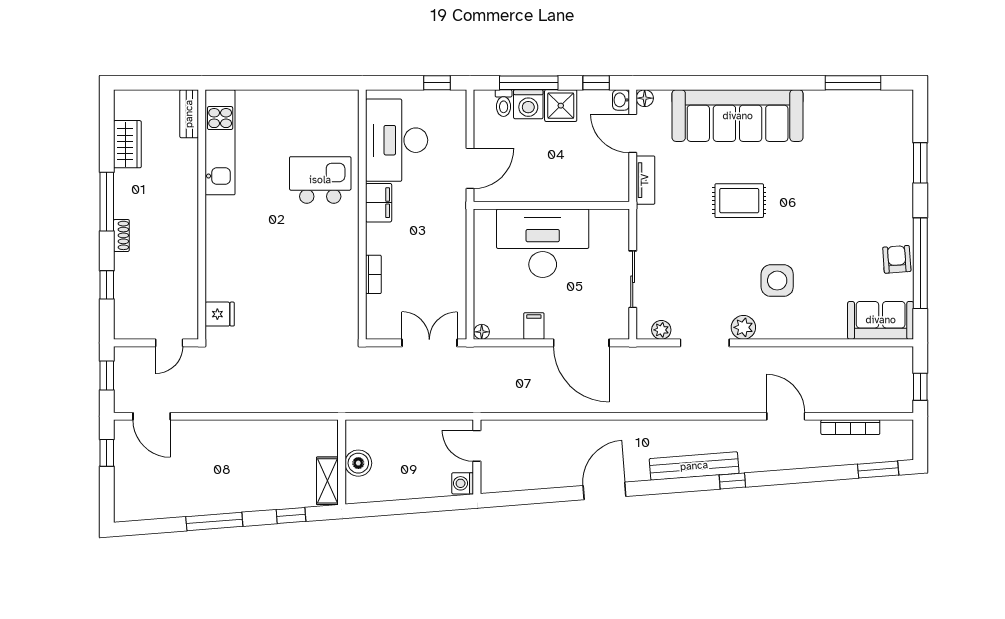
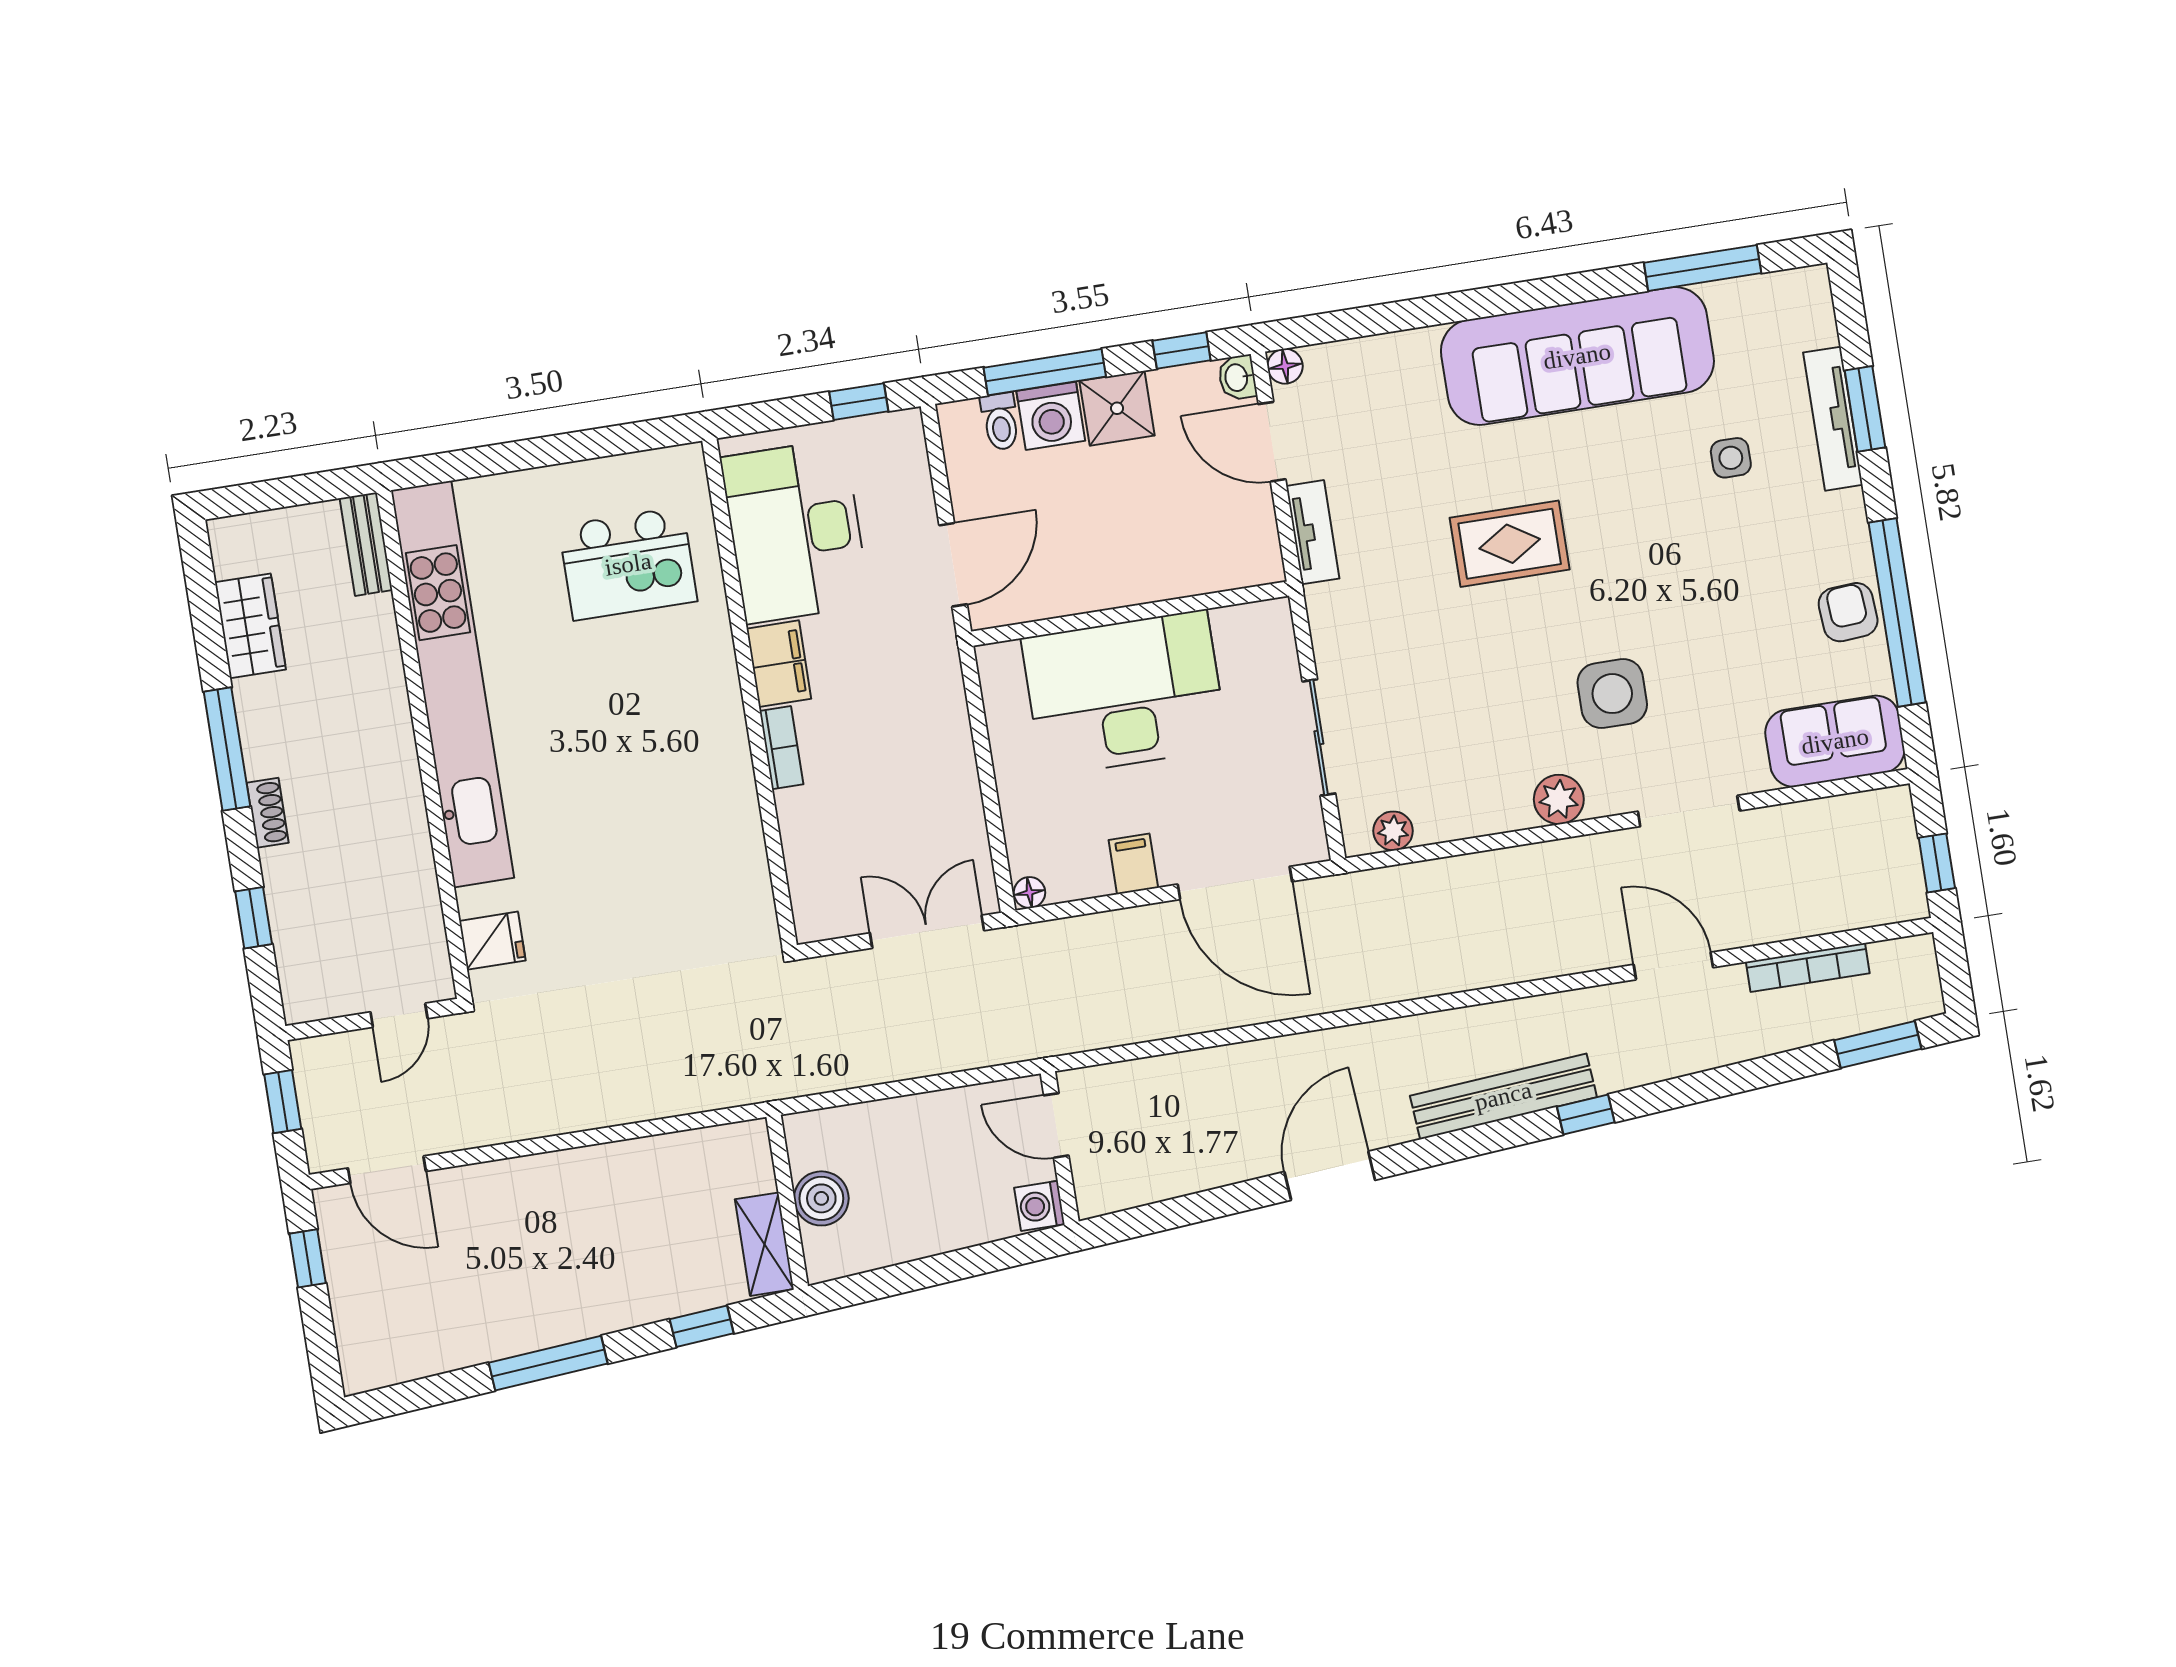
sofa: (738, 116) -> (1577, 356), moved
kitchen unit: (220, 142) -> (452, 684), width x1.86
tv unit: (904, 165) -> (1833, 419), added
side table: (852, 176) -> (1731, 458), added
kitchen island: (320, 180) -> (628, 564), moved, turned 180
bookcase: (373, 274) -> (781, 748), moved
doorway: (705, 343) -> (1689, 811), moved

